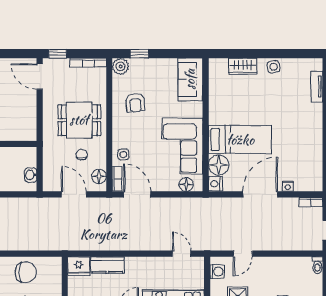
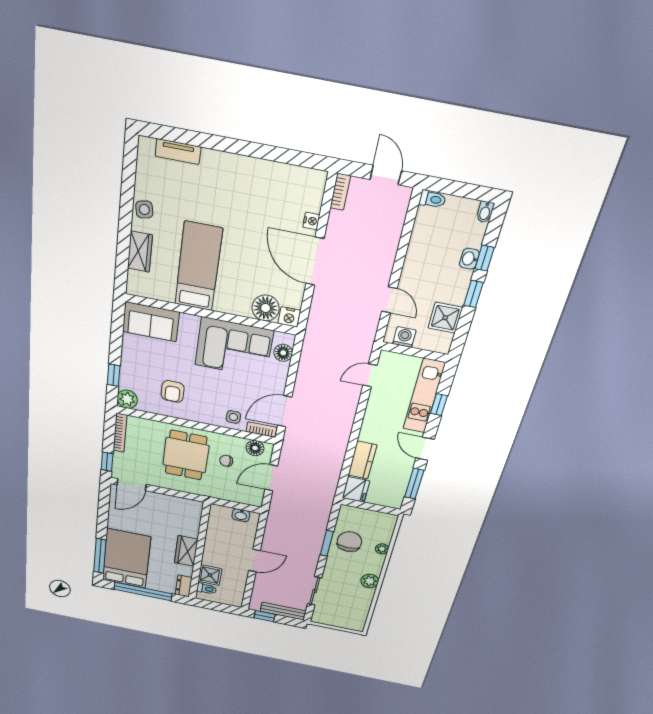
armchair: (135, 103) -> (173, 391), turned 95
bed: (240, 140) -> (198, 267), moved
window: (19, 254) -> (327, 543), added

